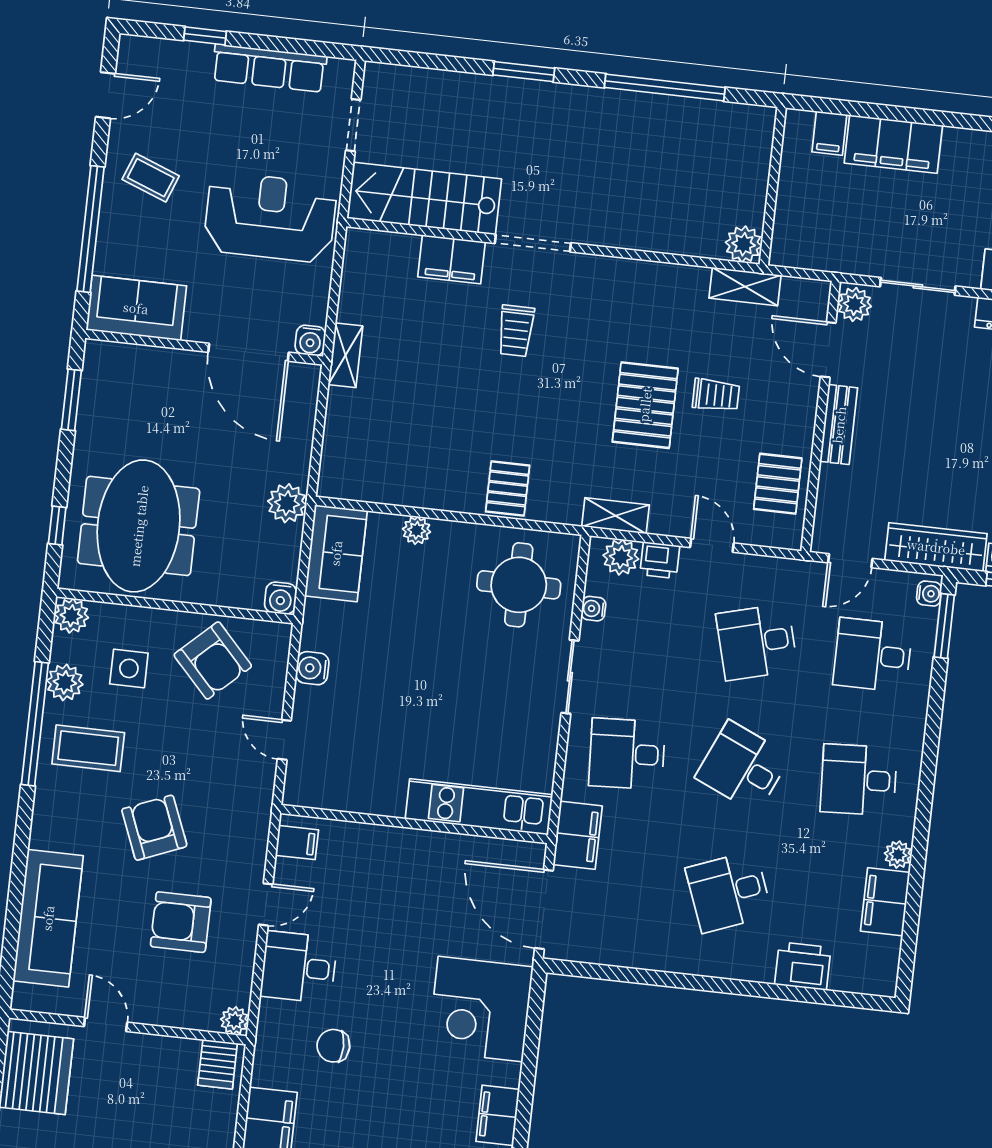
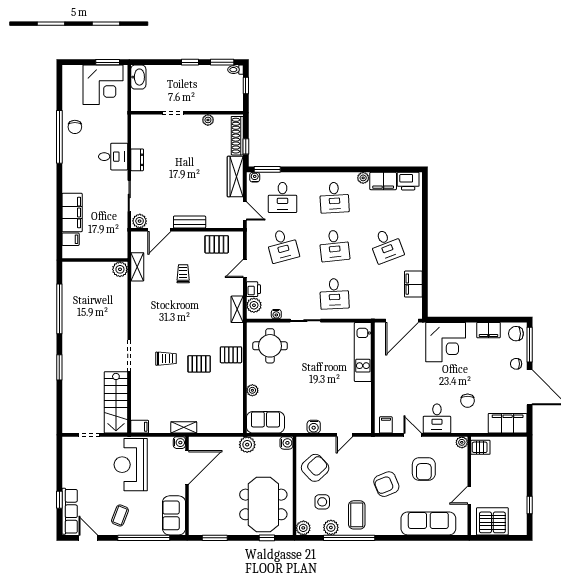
row of seats: (269, 68) -> (70, 511), moved
filing cabinet: (452, 259) -> (140, 427), moved, width x0.50
pallet: (645, 405) -> (199, 364), moved, width x0.67, depth x0.71
meeting table: (139, 526) -> (263, 504), turned 90
desk: (743, 767) -> (334, 246), turned -30
filing cabinet: (578, 835) -> (413, 284), moved, turned -90
printer: (803, 966) -> (408, 181), moved, turned -90

